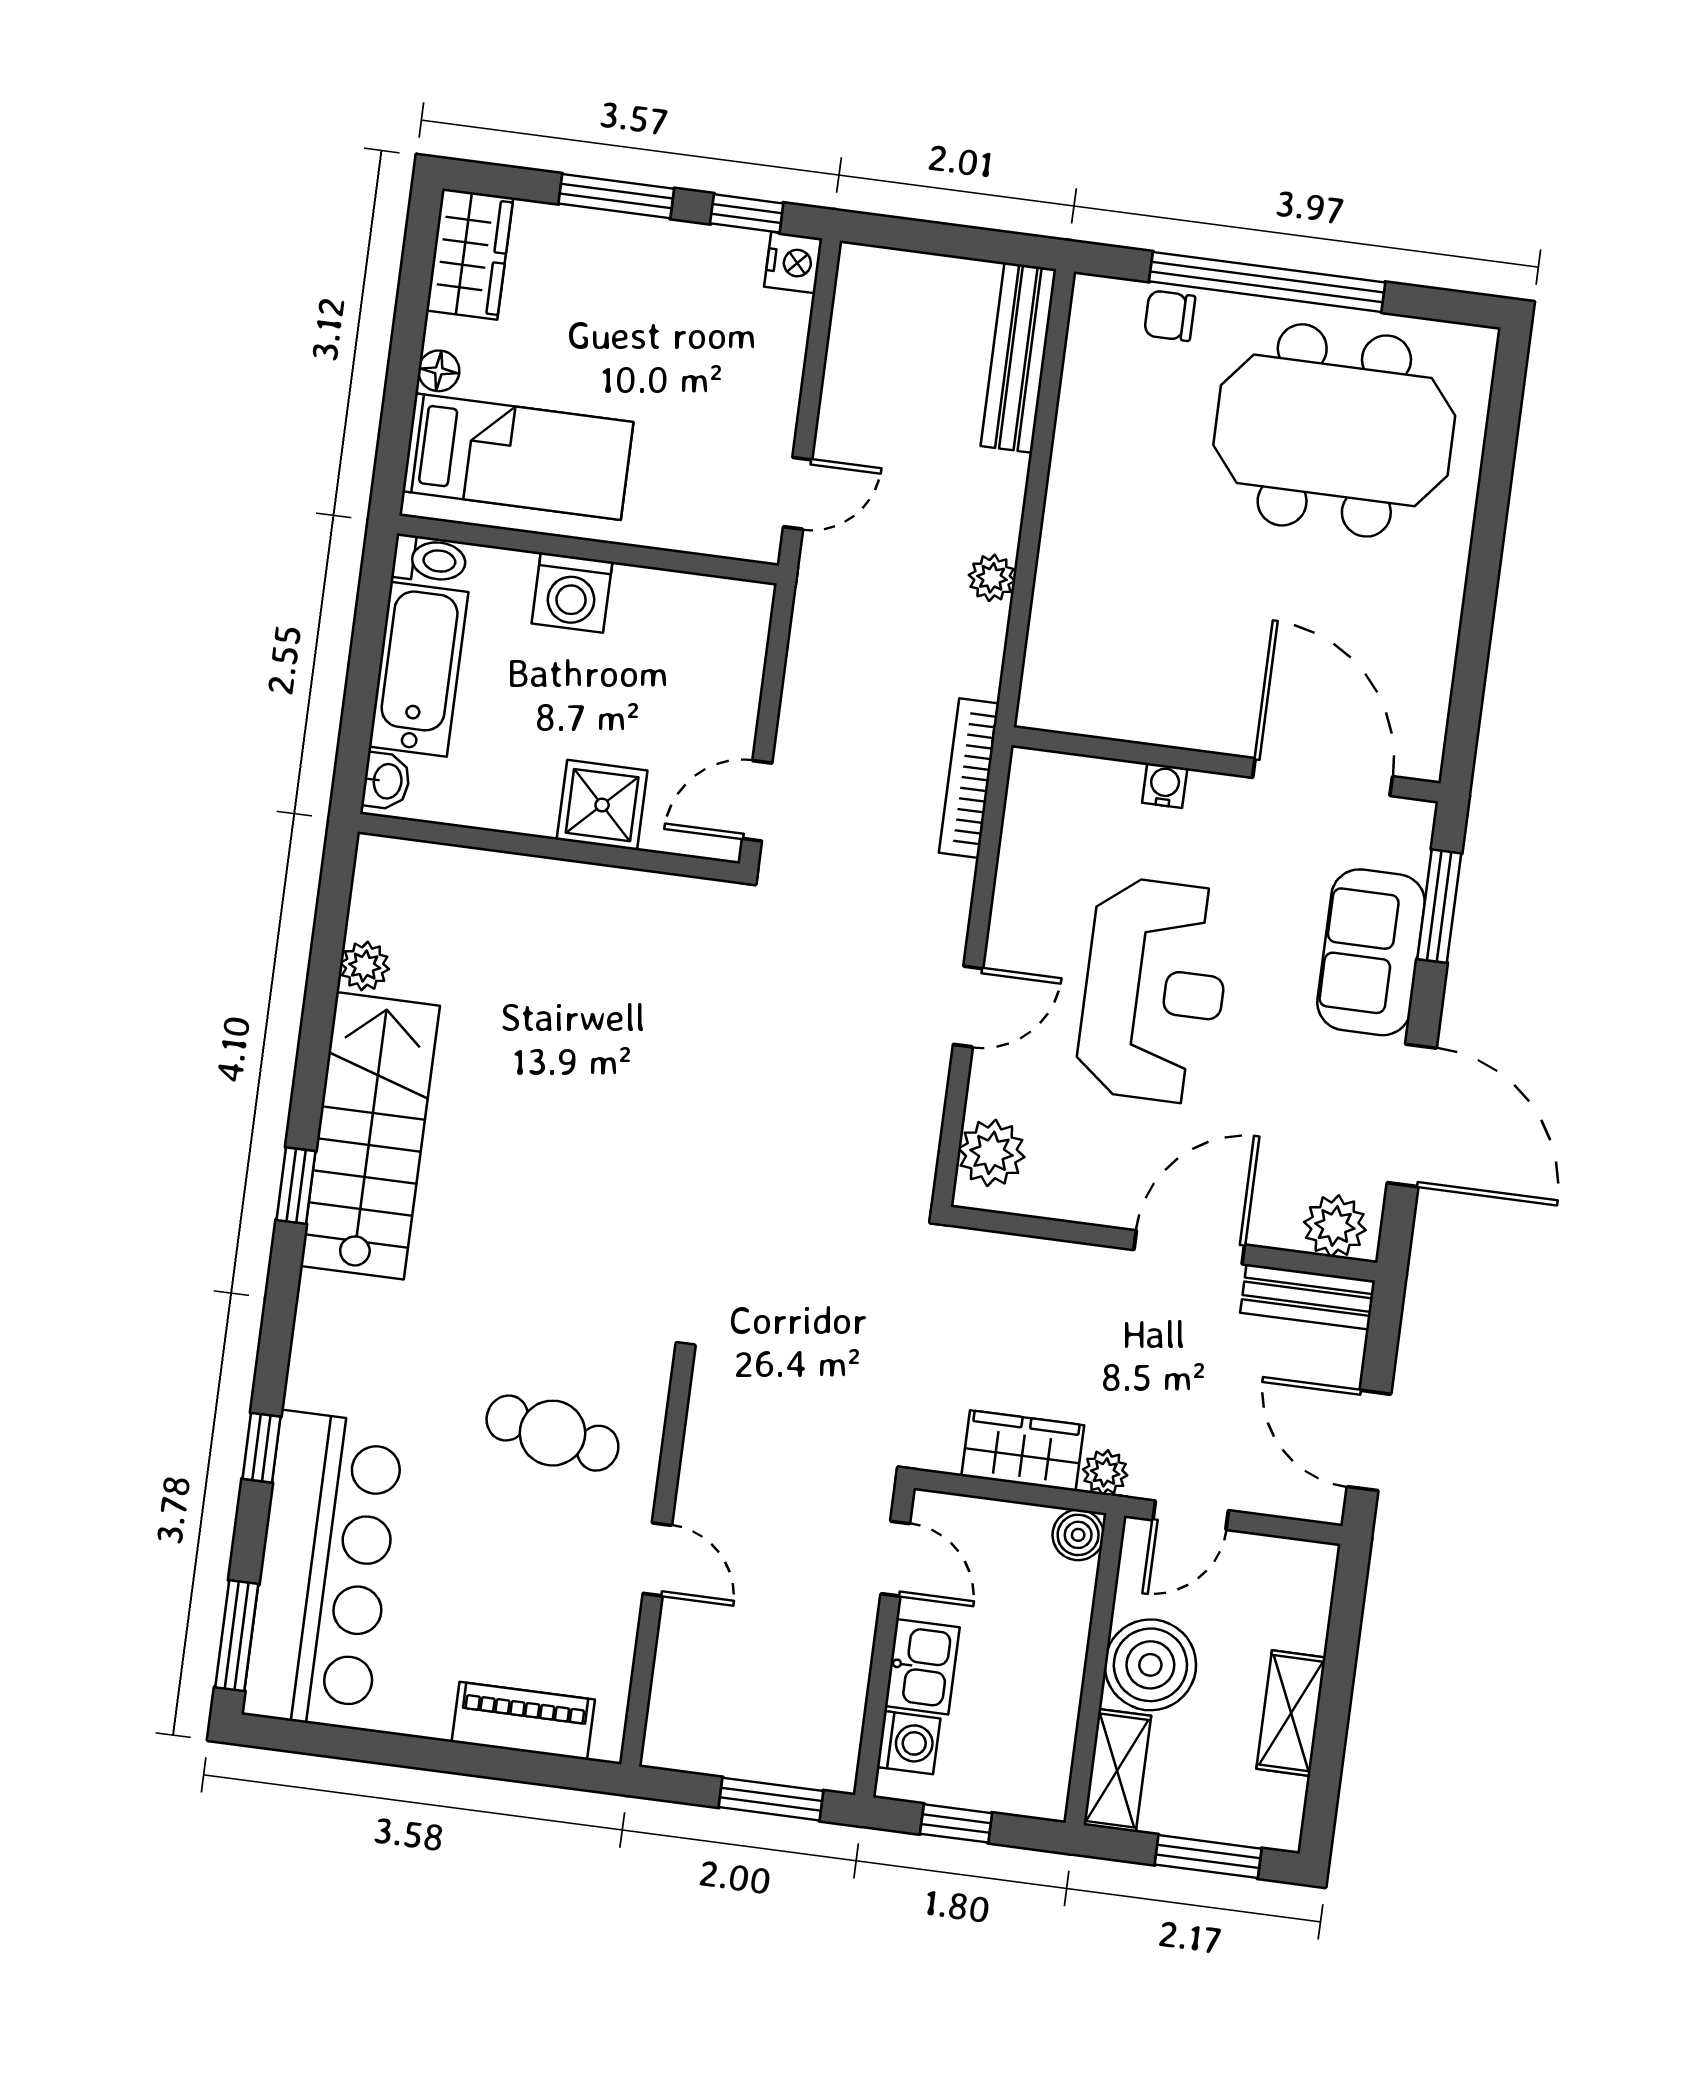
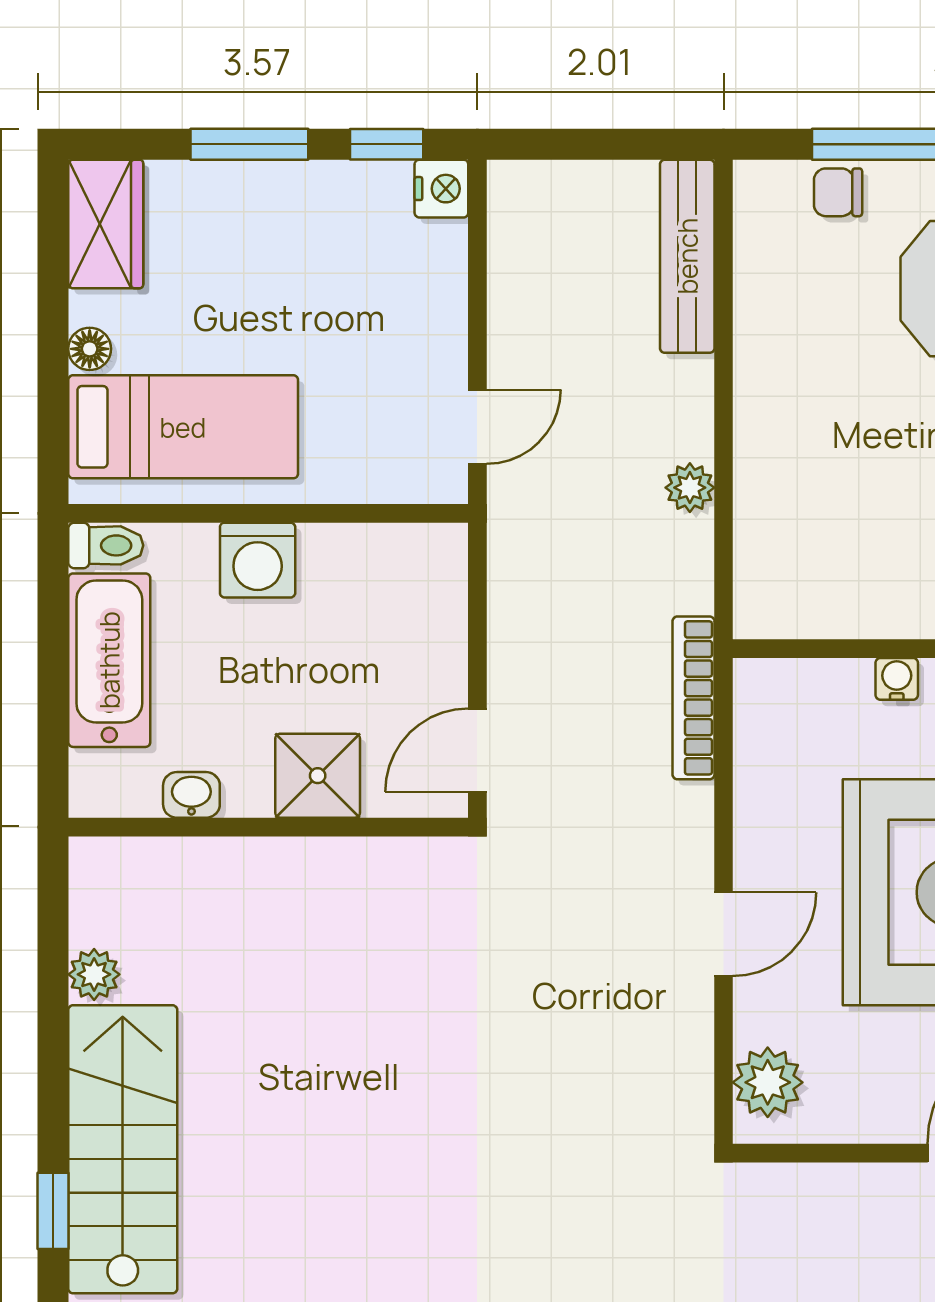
washbasin: (386, 781) -> (191, 795), moved, turned -90

